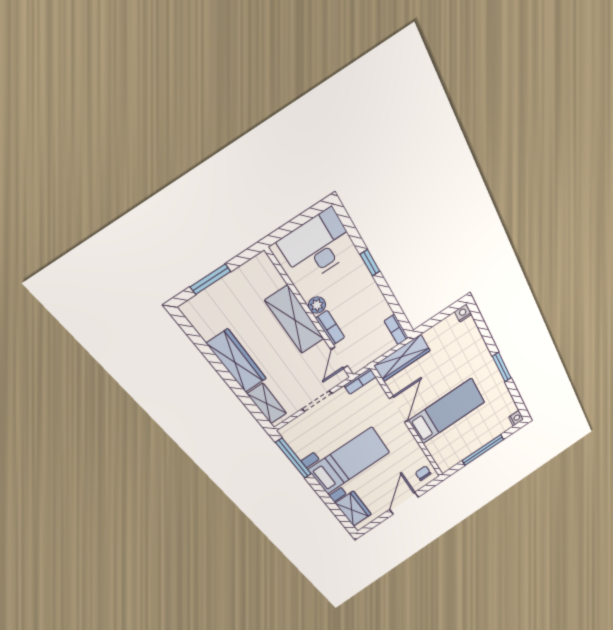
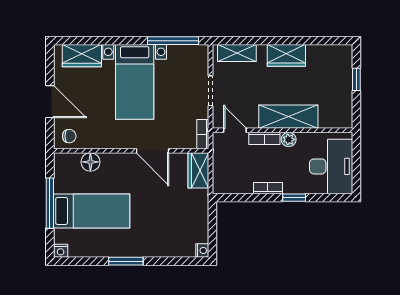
window: (210, 279) -> (356, 79), width x0.67
bookcase: (396, 330) -> (268, 188), moved
wardrobe: (402, 358) -> (198, 170), width x0.67
wardrobe: (237, 361) -> (286, 55), width x0.67
bed: (447, 411) -> (92, 211), moved, turned -90
floor lamp: (435, 446) -> (90, 162), added

